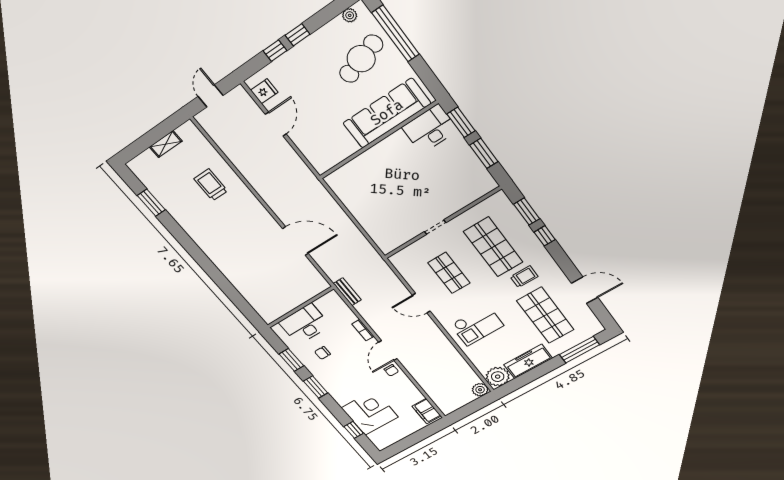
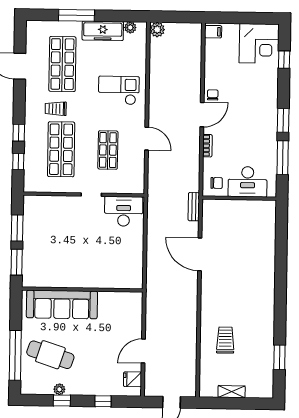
plant: (350, 15) -> (59, 389), moved
window: (298, 35) -> (62, 401), moved
cafe table: (361, 59) -> (50, 355), turned 35
desk: (430, 129) -> (124, 211), moved, turned 180
trolley: (211, 185) -> (225, 340), turned 180
window: (527, 212) -> (18, 162), width x0.67
bench: (347, 292) -> (194, 207), moved
window: (580, 350) -> (77, 15), moved
chair: (322, 353) -> (217, 183), moved
window: (291, 360) -> (283, 158), width x1.44
plant: (498, 377) -> (130, 28), width x0.53, depth x0.53
filing cabinet: (427, 411) -> (213, 32), width x0.50
corner desk: (370, 412) -> (259, 43), moved, turned -90

